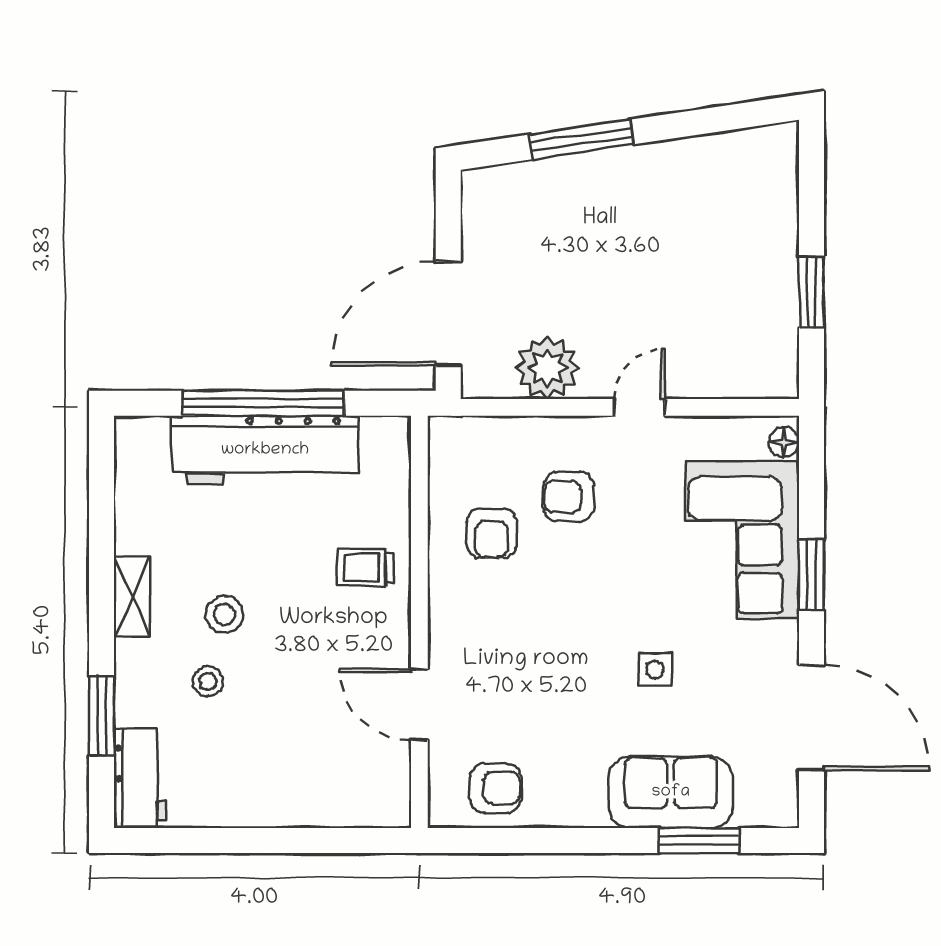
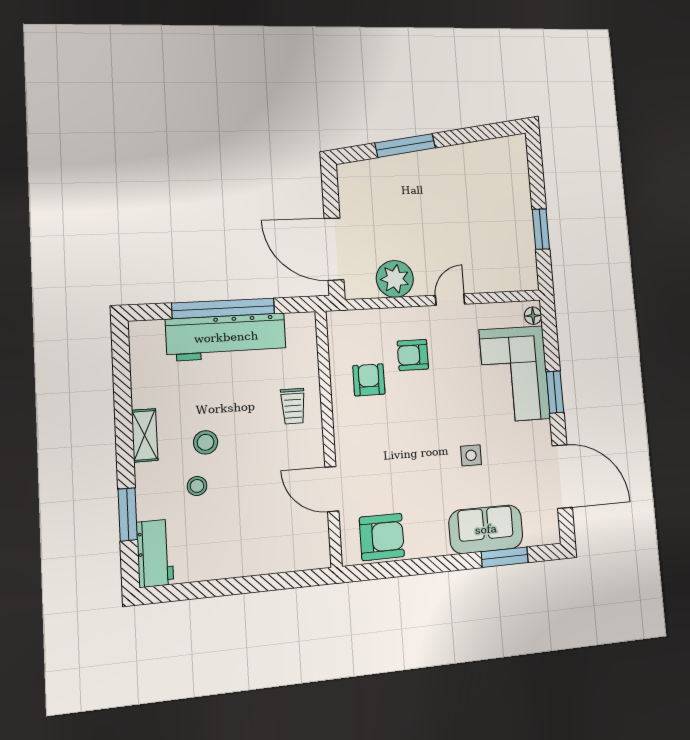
door: (448, 314) -> (334, 249), hinge flipped
armchair: (492, 533) -> (369, 380), turned 180
trolley: (365, 567) -> (293, 406), turned -90
armchair: (496, 788) -> (382, 537), width x1.38, depth x1.38

